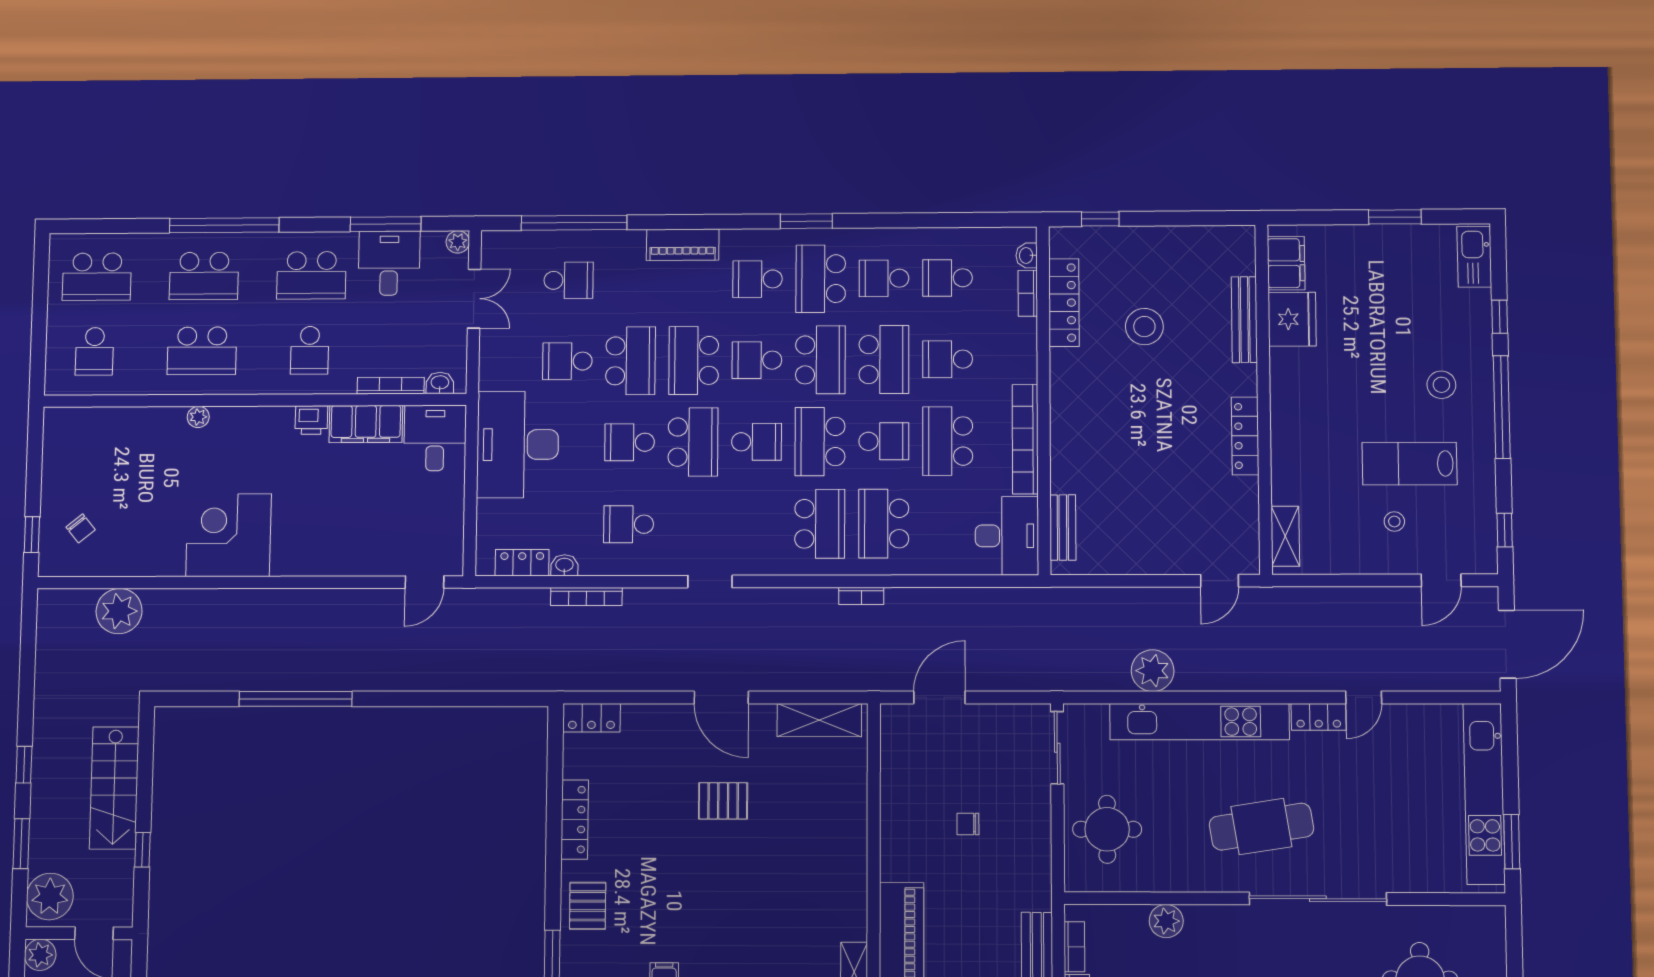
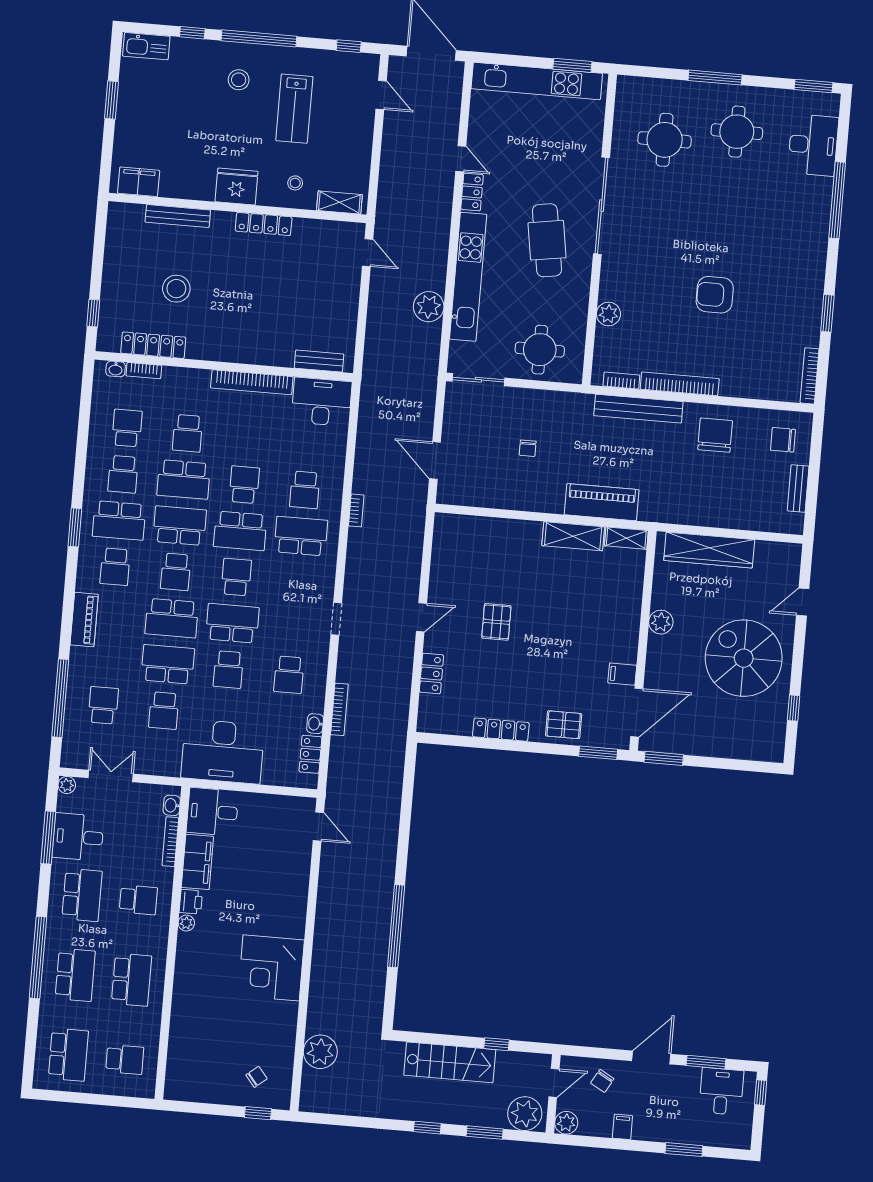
school desk: (947, 278) -> (127, 428), turned 180
fridge: (1292, 319) -> (236, 186), moved
school desk: (884, 360) -> (184, 479), turned 180
plant: (198, 417) -> (186, 923), moved
school desk: (948, 441) -> (248, 438), removed
stool: (1394, 521) -> (295, 183), moved
school desk: (884, 524) -> (305, 490), width x0.54
door: (721, 697) -> (421, 617), width x0.73
locker: (592, 718) -> (431, 674), moved
shelving: (819, 720) -> (573, 536), moved, turned 90

